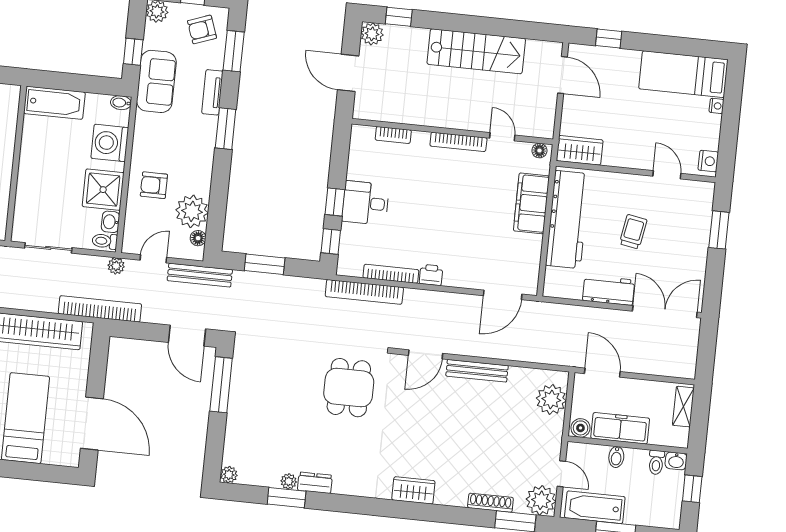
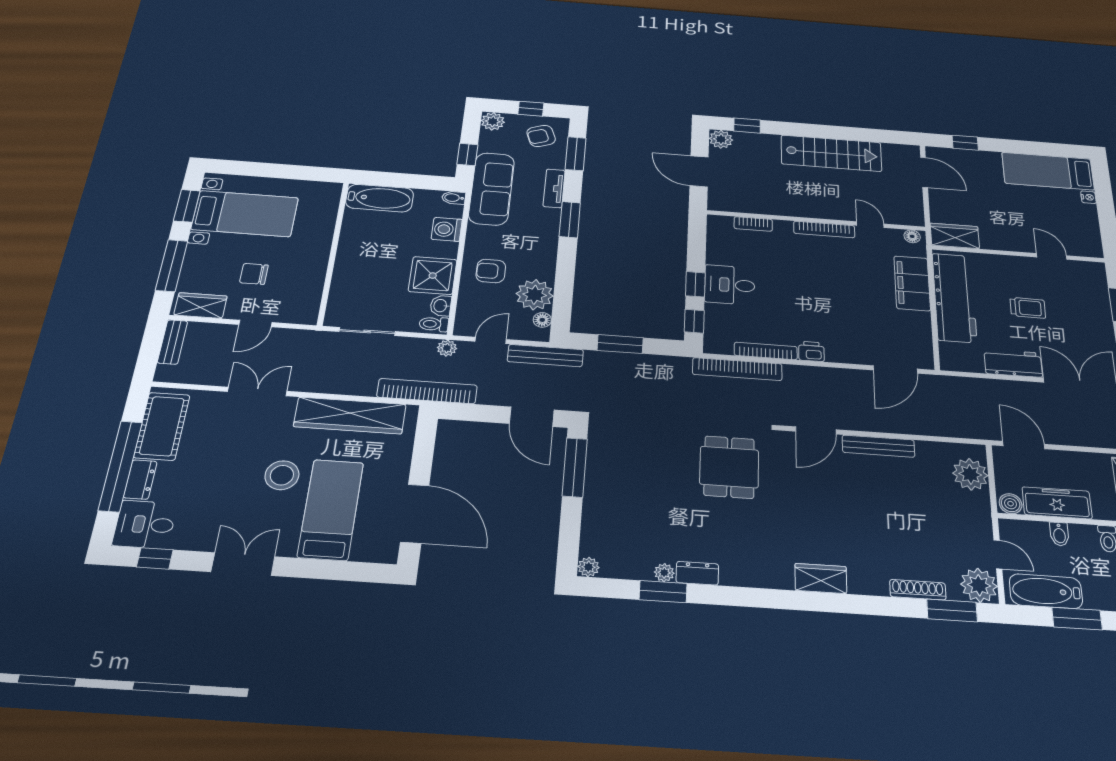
sofa: (156, 81) -> (492, 189), width x1.36
washing machine: (110, 143) -> (447, 229), width x0.73, depth x0.73
nightstand: (708, 161) -> (1092, 244), removed
trolley: (633, 232) -> (1028, 308), turned 81

